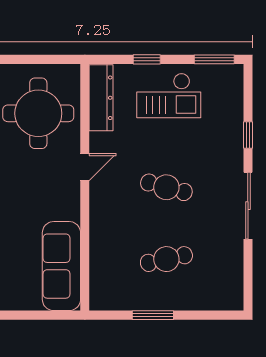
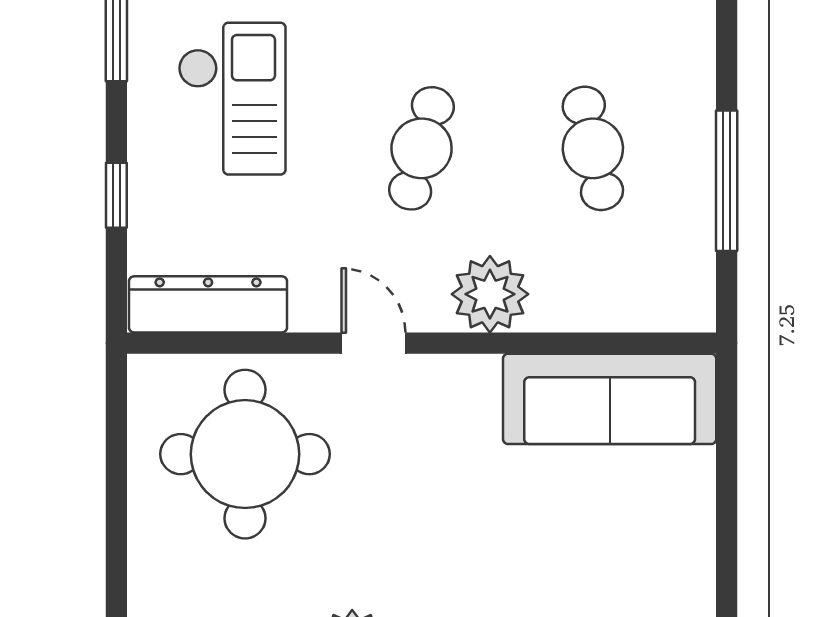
checkout: (169, 96) -> (232, 99), moved
plant: (105, 216) -> (490, 294), added
window: (153, 315) -> (727, 181), width x1.44

